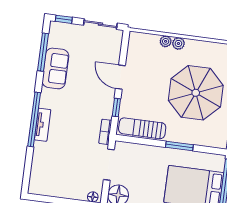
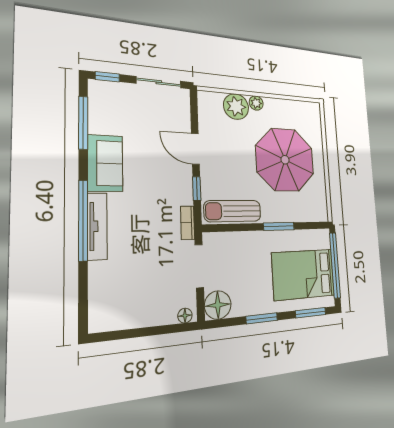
plant: (166, 41) -> (236, 107), width x1.88, depth x1.88
sofa: (55, 68) -> (105, 163), moved
tv unit: (43, 125) -> (97, 226), width x1.41

